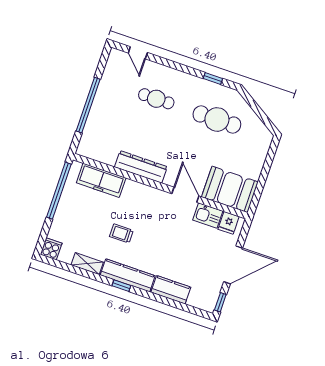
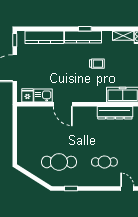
dresser: (141, 167) -> (115, 113), moved
booth: (230, 189) -> (34, 118), removed
shelving: (87, 264) -> (123, 36), moved
kitchen counter: (171, 290) -> (44, 37), width x1.50

